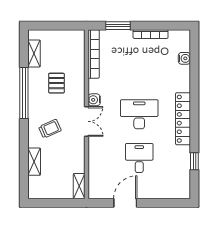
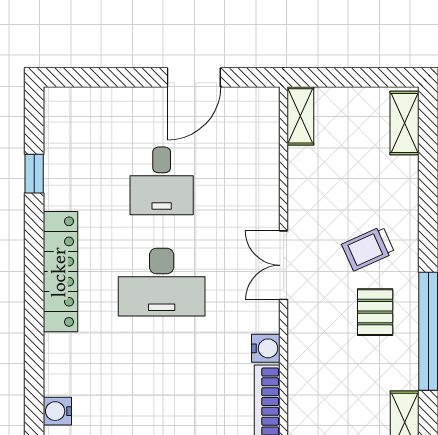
pallet: (56, 83) -> (375, 312), moved
water cooler: (94, 100) -> (266, 348), moved
shelving: (34, 162) -> (404, 123), moved

